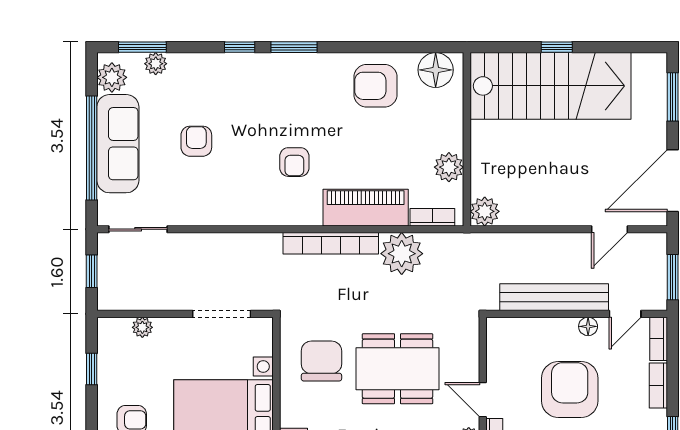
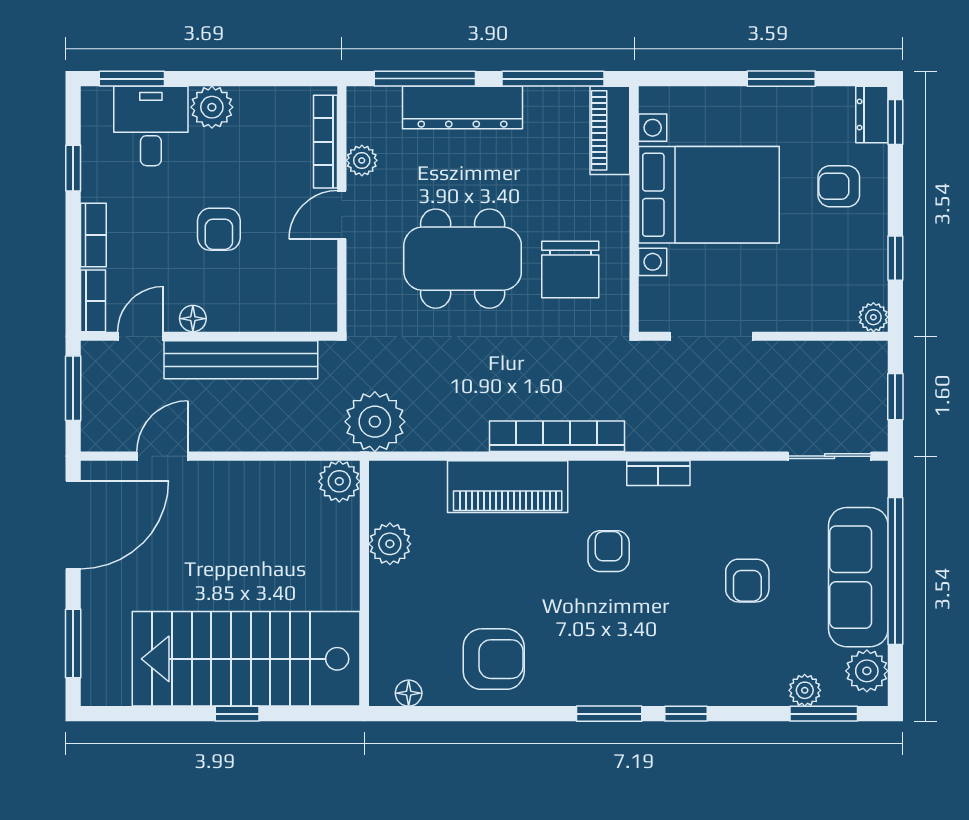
floor lamp: (436, 70) -> (409, 693), width x0.53, depth x0.53
bookcase: (432, 217) -> (658, 473), moved
plant: (402, 254) -> (375, 422), moved
plant: (142, 327) -> (873, 317), moved
armchair: (570, 390) -> (219, 229), width x0.53, depth x0.53
door: (483, 400) -> (342, 215), swing flipped

